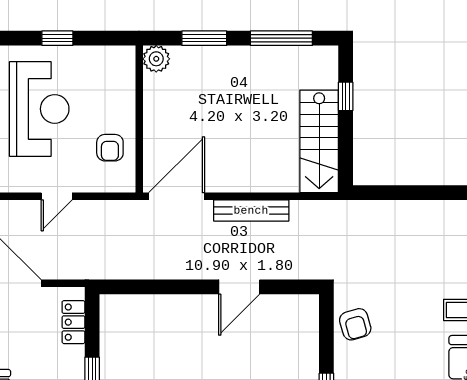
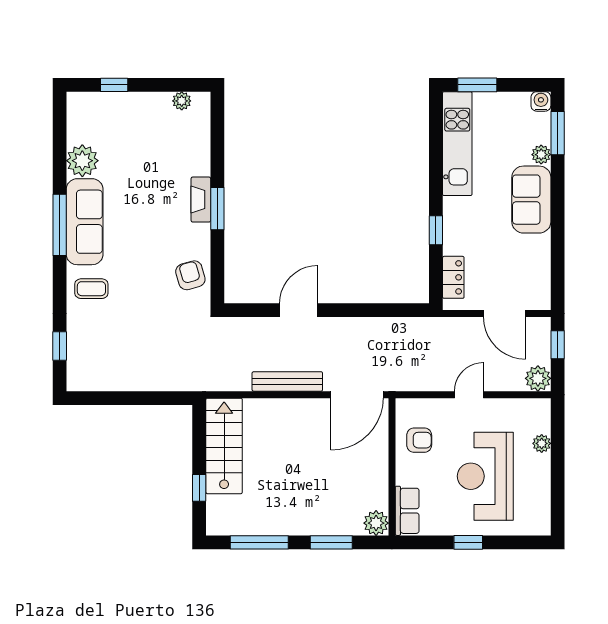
row of seats: (123, 72) -> (407, 511), added
armchair: (110, 148) -> (419, 440), turned 90

